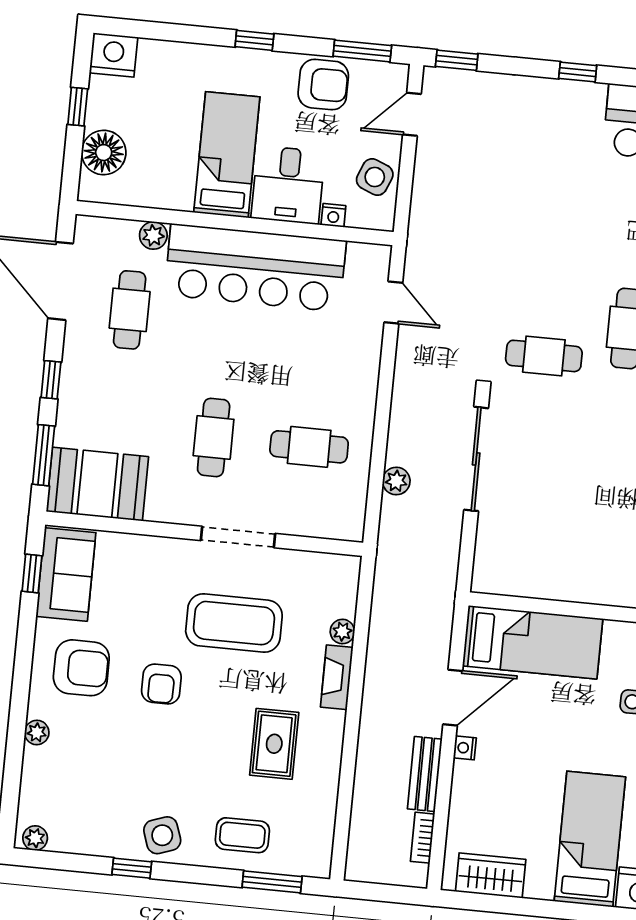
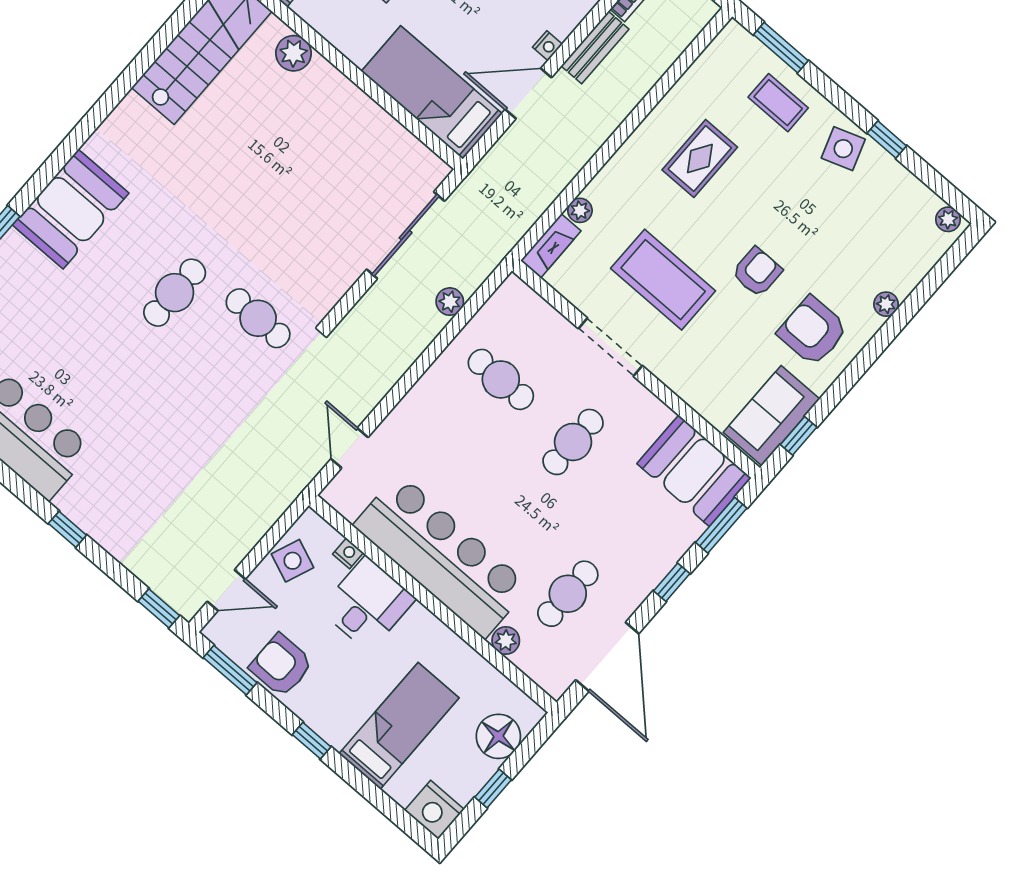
bed: (227, 155) -> (399, 726), moved, turned 180
sliding door: (476, 459) -> (406, 235), moved
fireplace: (337, 677) -> (551, 246), moved

